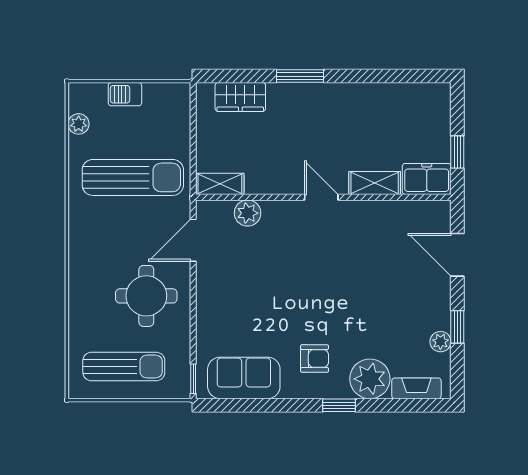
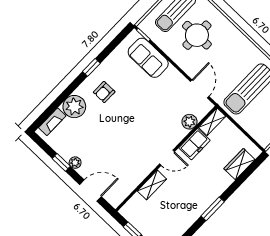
window: (300, 76) -> (213, 209), moved
freezer: (427, 179) -> (194, 144), moved
round table: (146, 296) -> (197, 35), moved
plant: (440, 342) -> (75, 163), moved
sofa: (244, 378) -> (148, 58), moved, turned 90
window: (339, 405) -> (91, 67), moved

